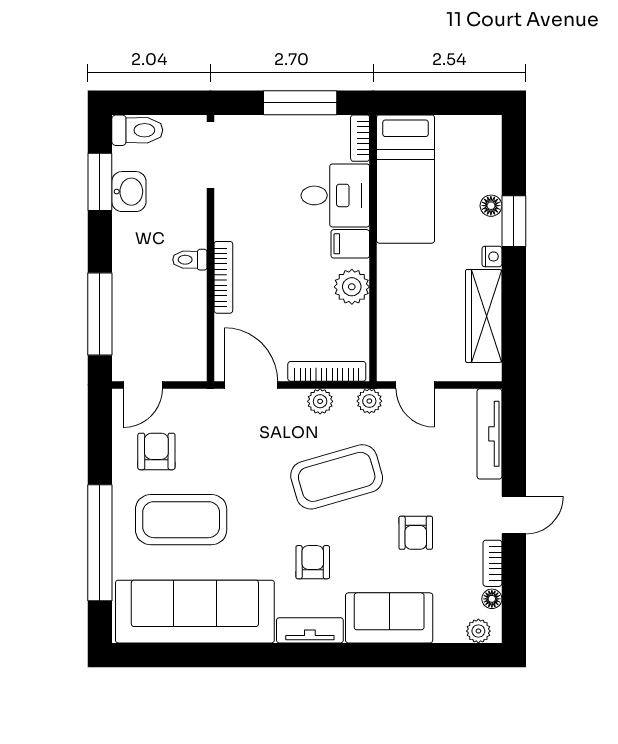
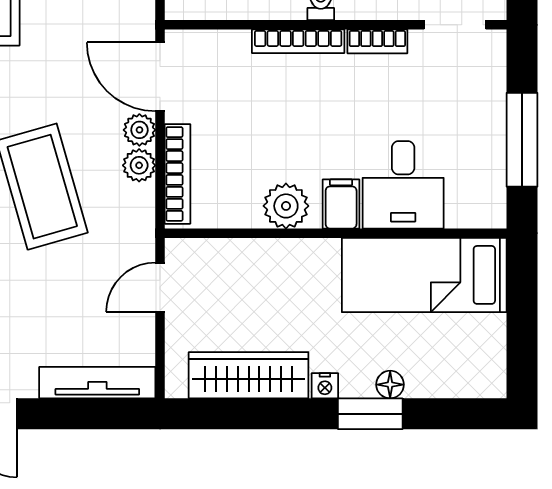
bookcase: (360, 138) -> (377, 41), moved, turned 180
doorway: (211, 155) -> (455, 25), width x0.73
door: (251, 385) -> (160, 77), swing flipped
plant: (369, 401) -> (139, 130), moved

